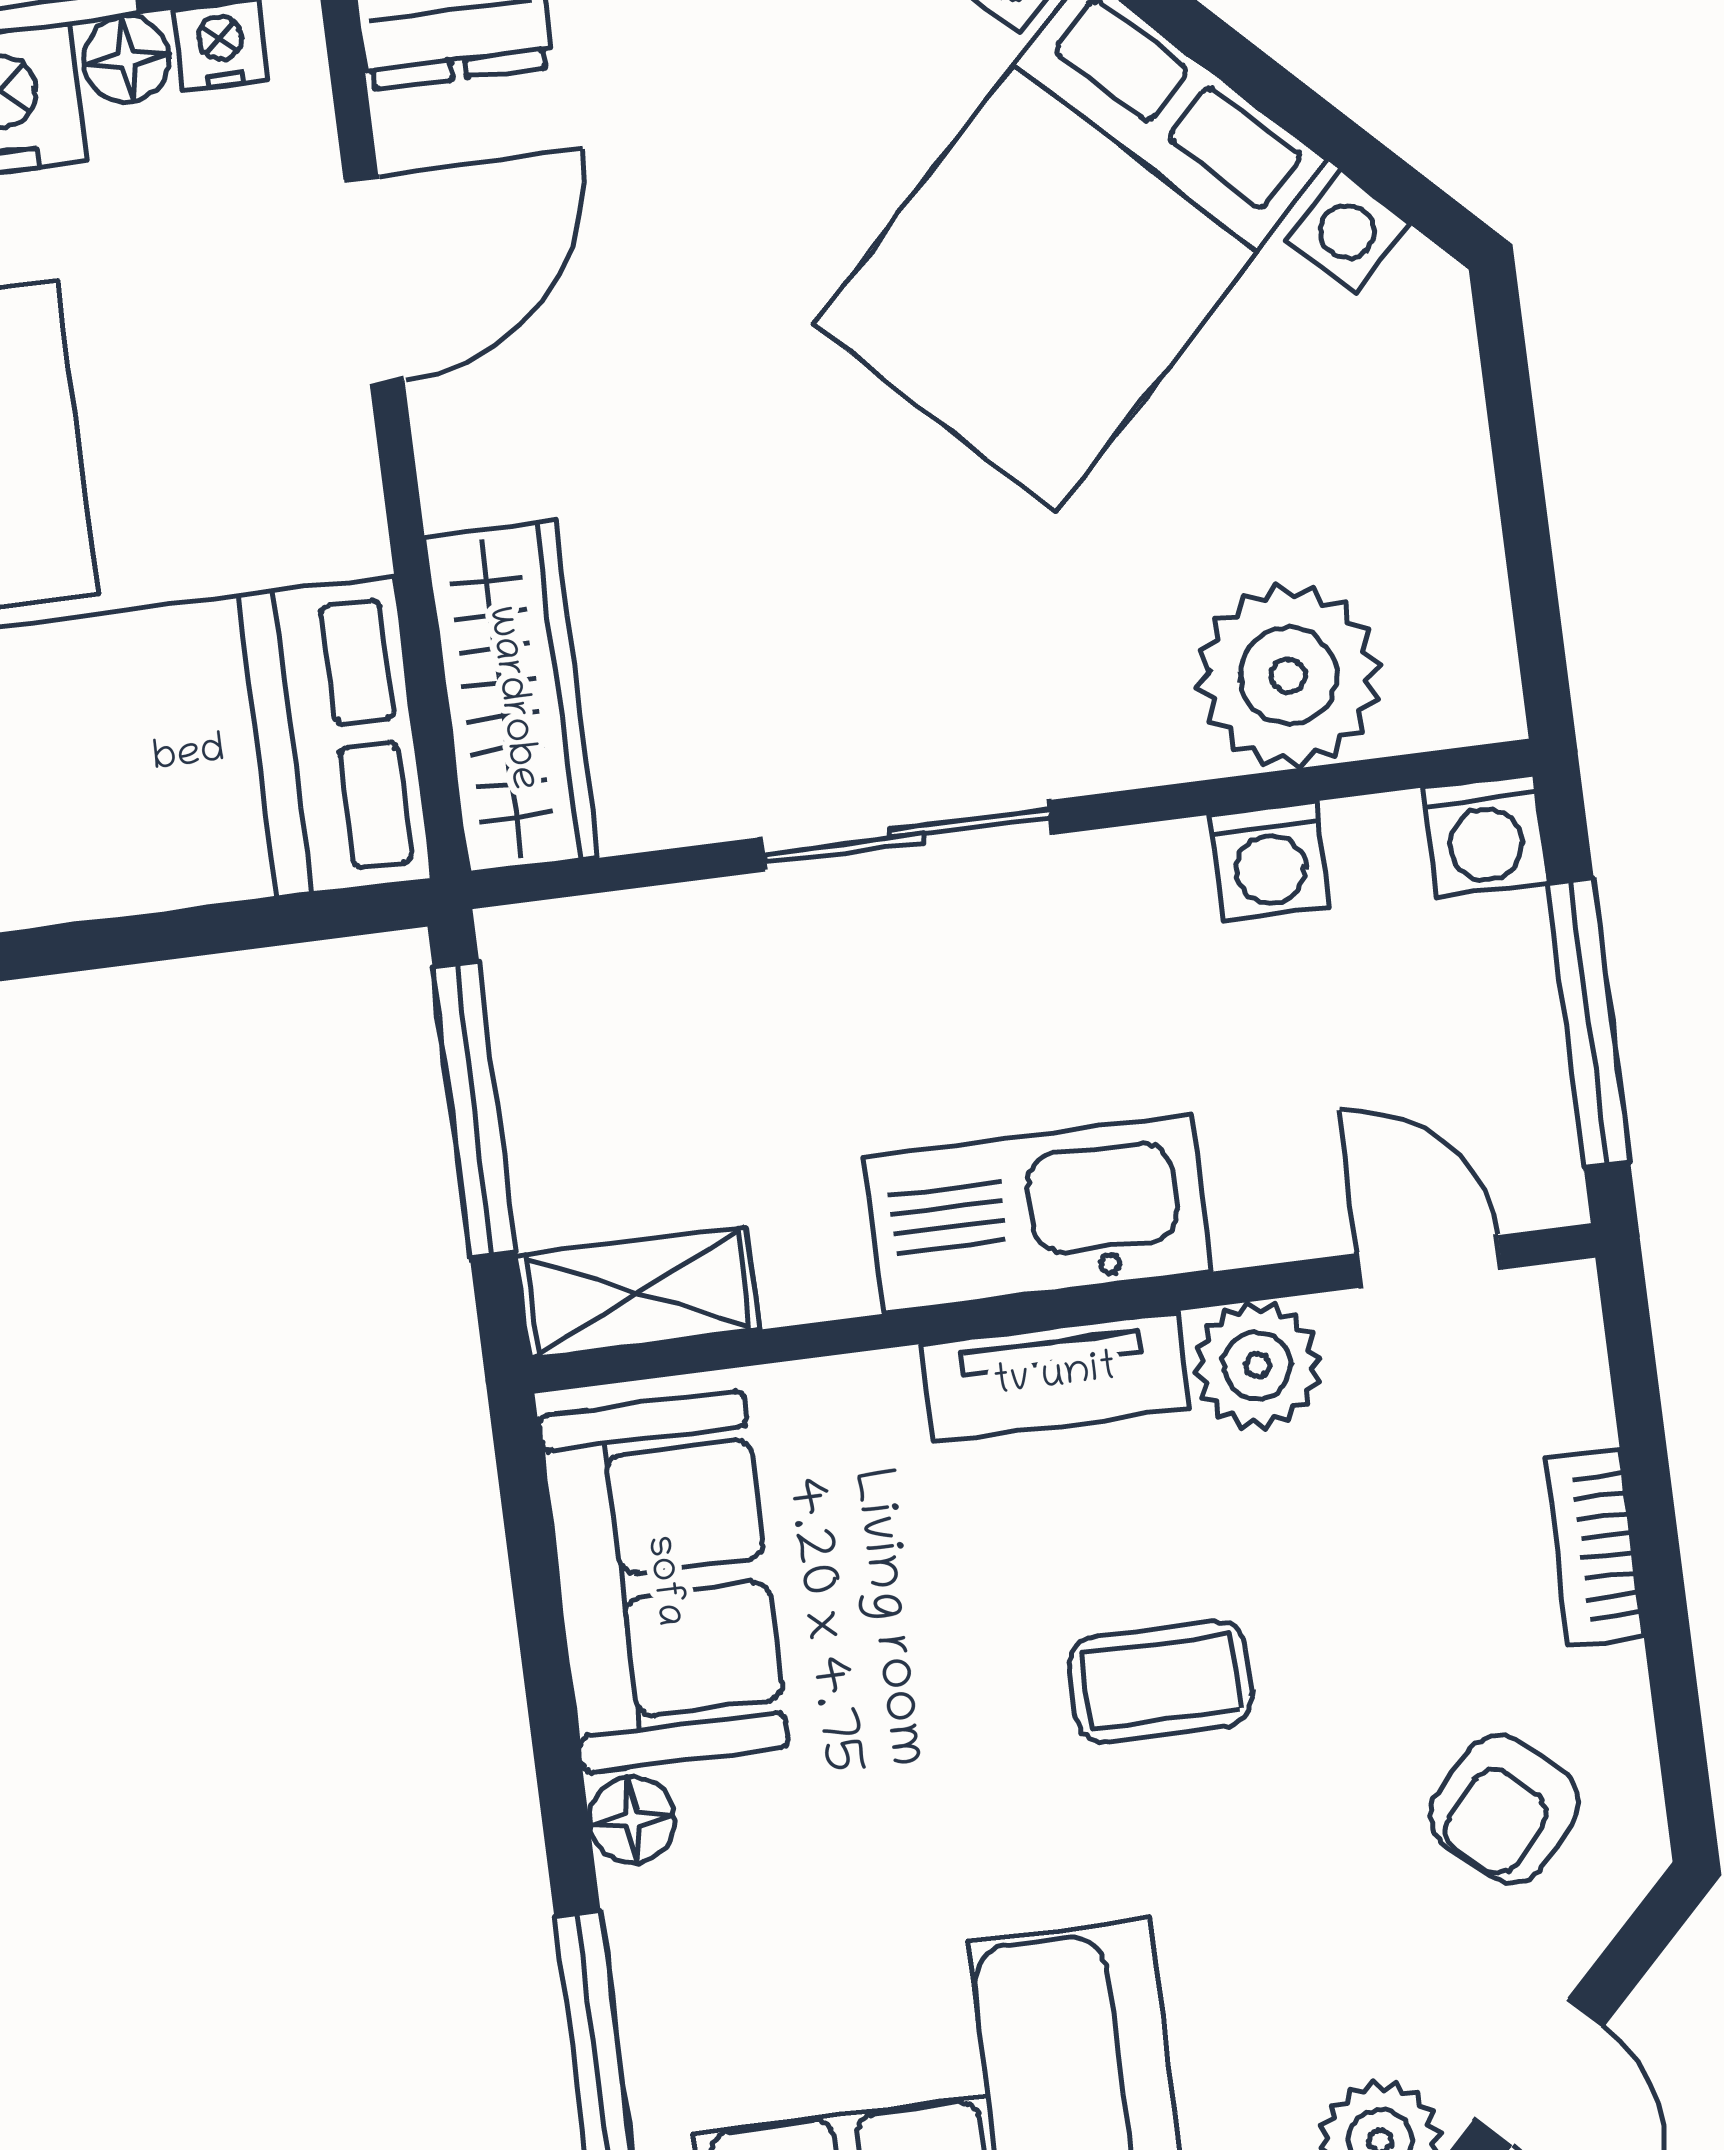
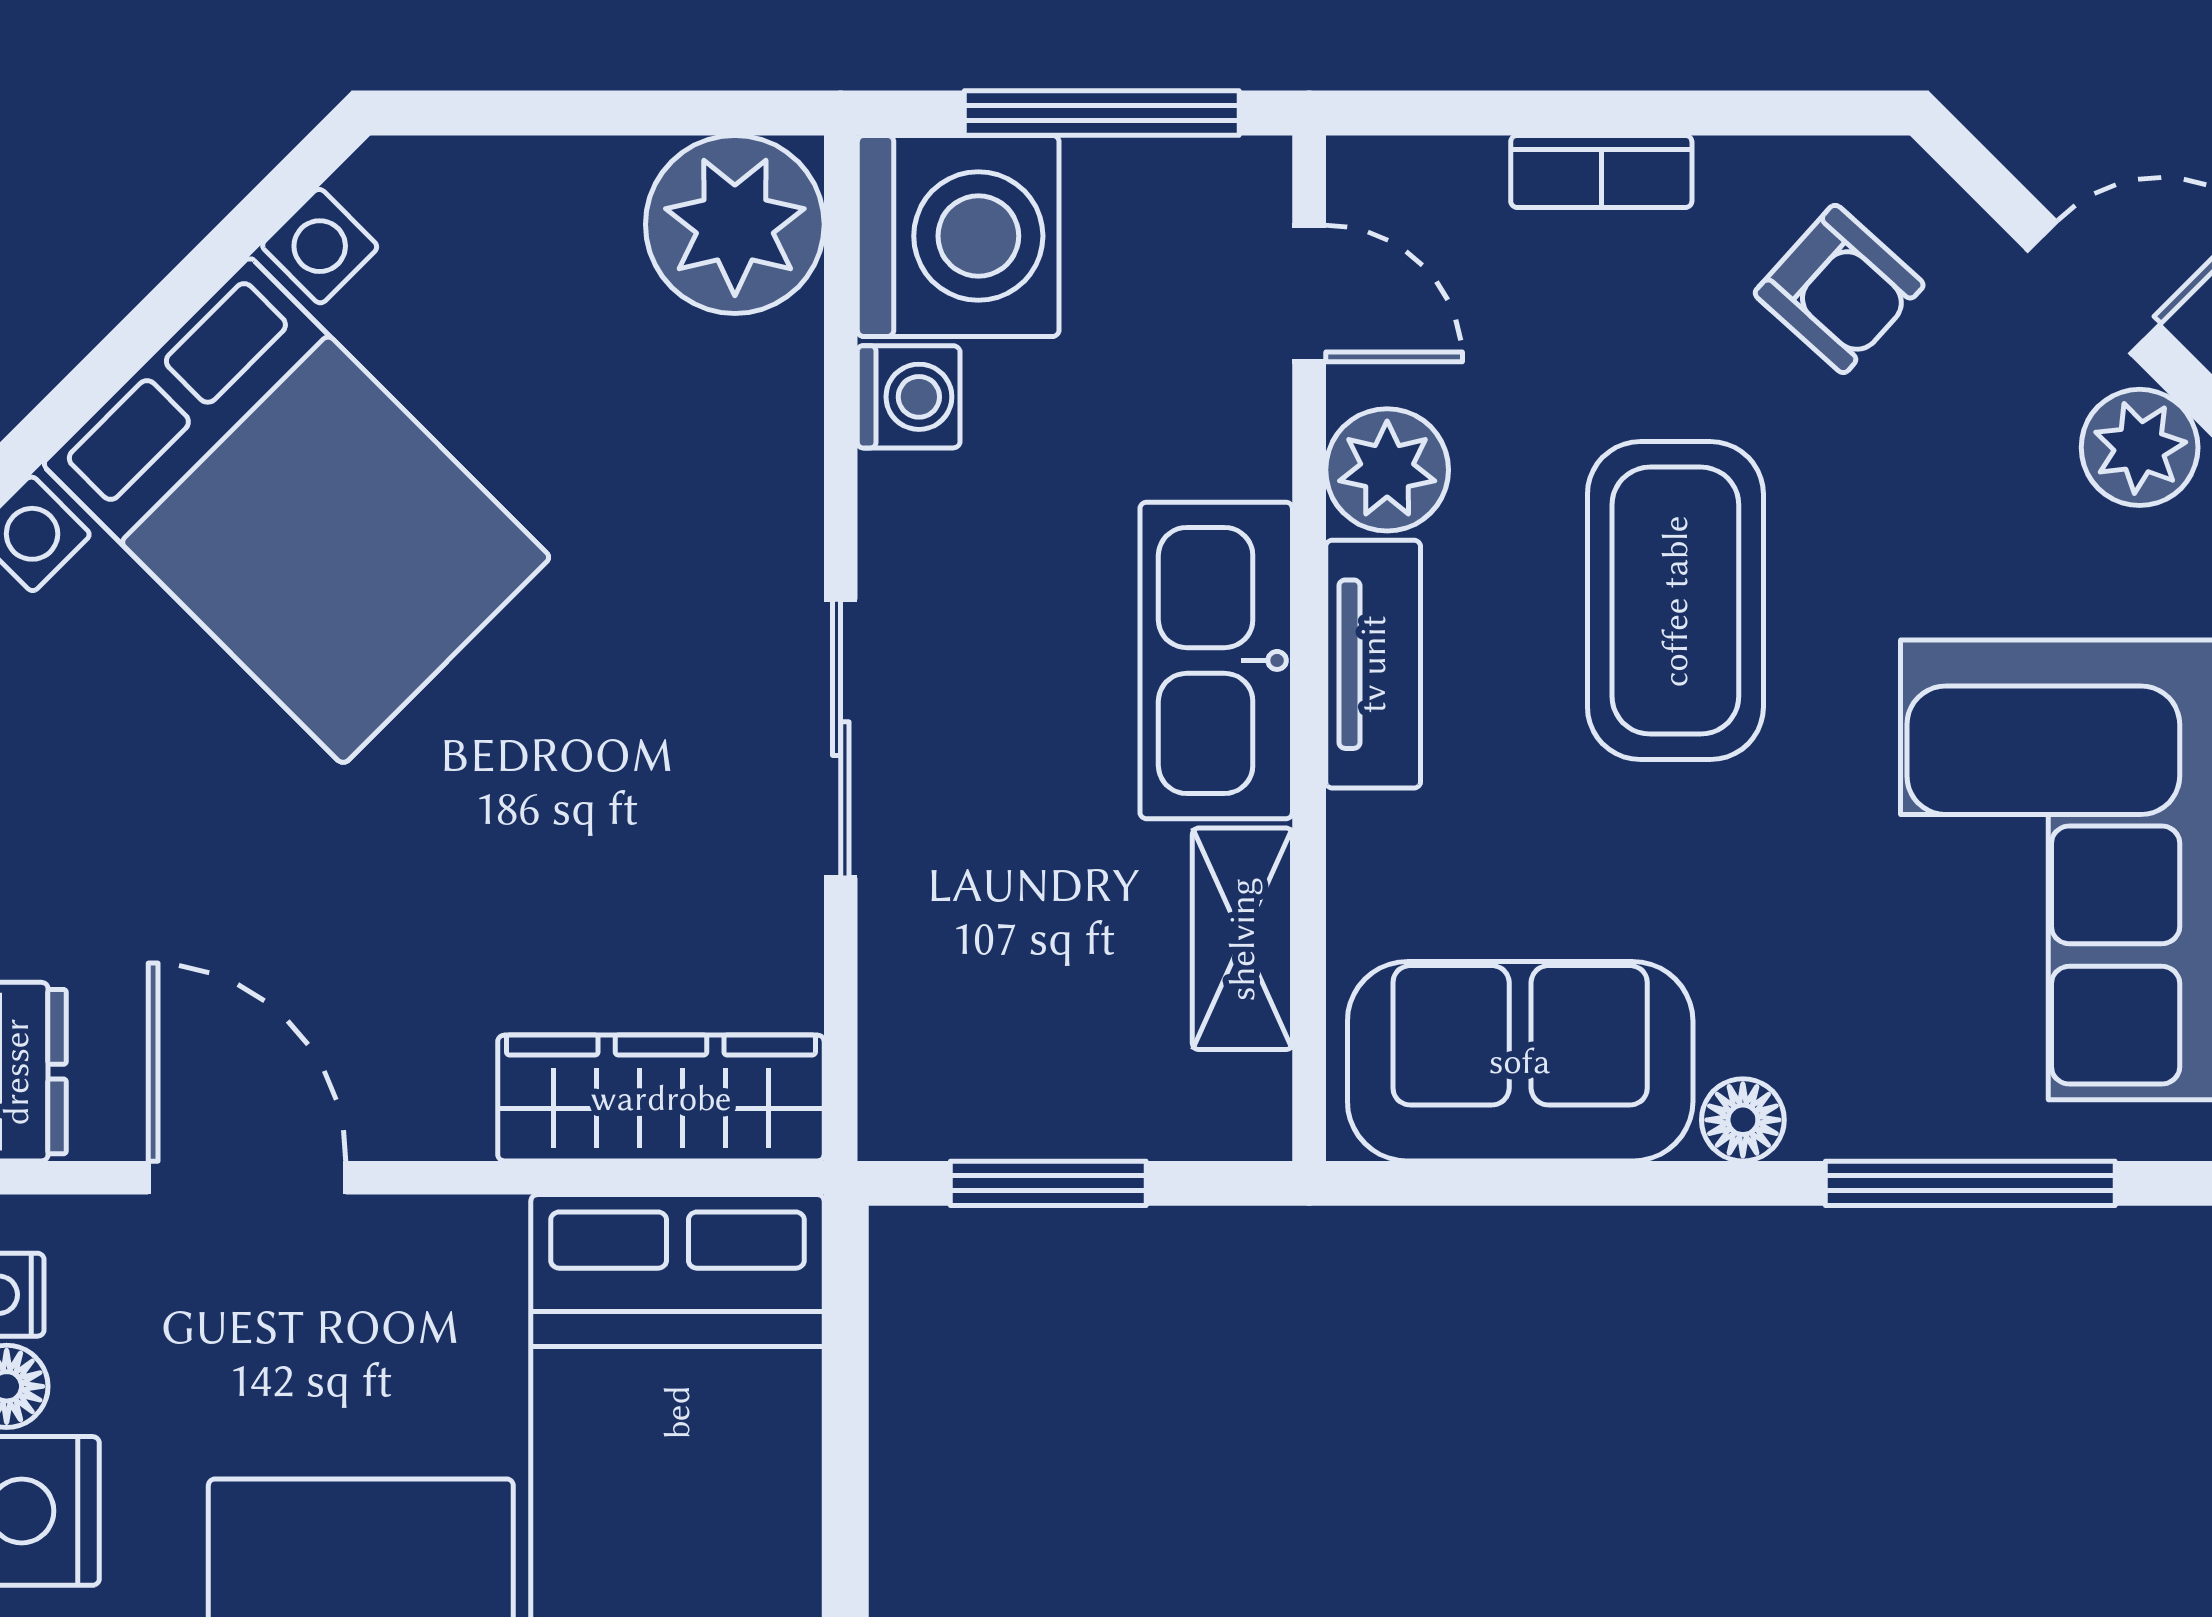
plant: (1289, 676) -> (735, 224), moved
washing machine: (1485, 836) -> (958, 236), width x1.89, depth x1.89
window: (474, 1110) -> (1048, 1183), width x0.69
door: (1429, 1261) -> (1309, 294), swing flipped
shelving: (638, 1293) -> (1242, 939), moved
coffee table: (1160, 1681) -> (1675, 601), width x1.86, depth x1.72

